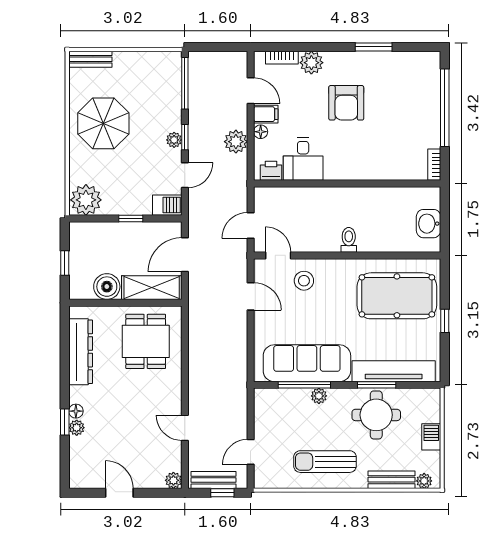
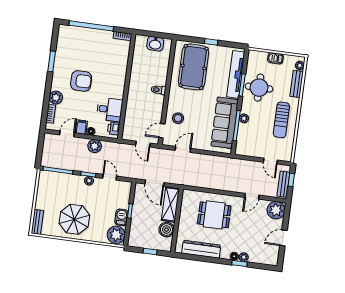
barbecue: (167, 205) -> (121, 217), moved
dining table: (146, 341) -> (214, 215), moved
plant: (173, 480) -> (276, 210), width x1.87, depth x1.87

